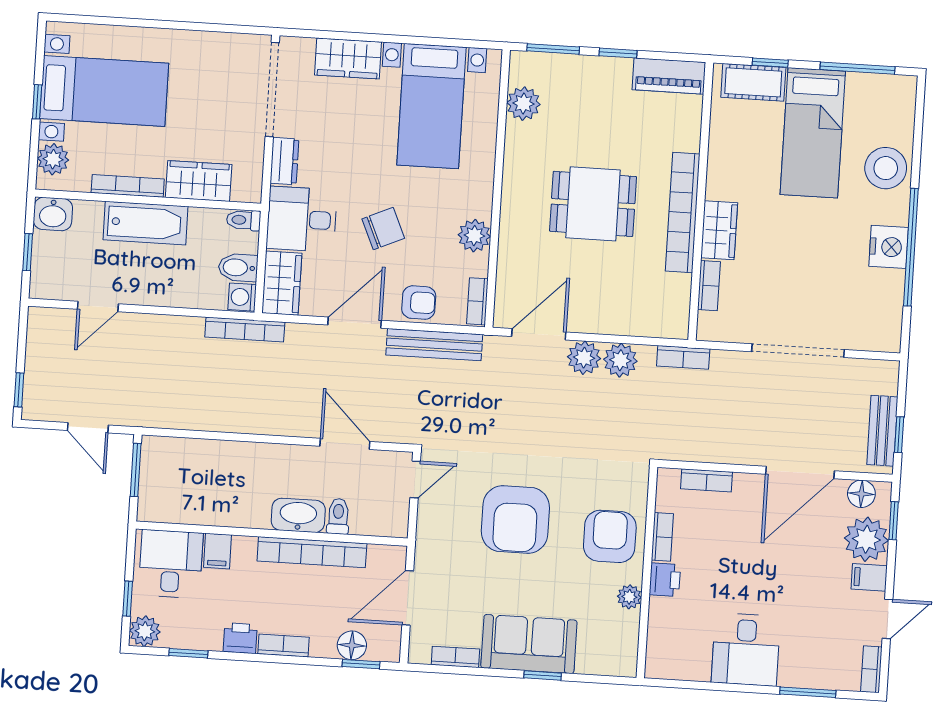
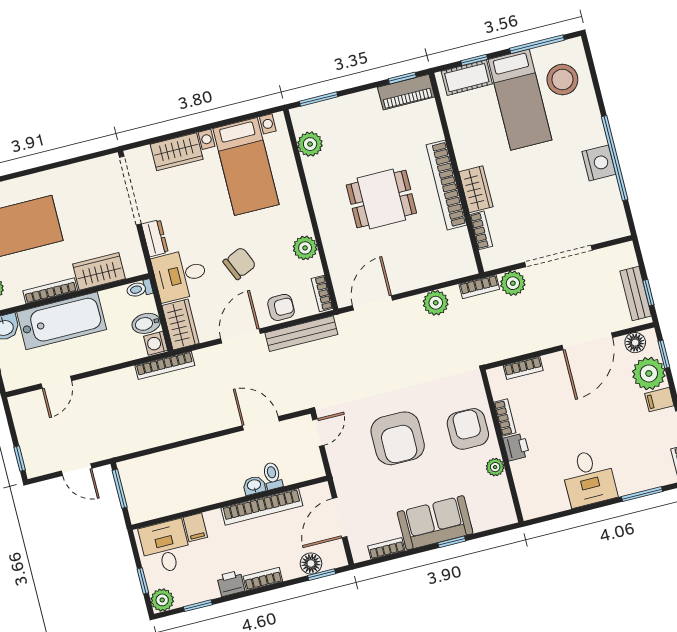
window: (618, 53) -> (402, 78), moved
stool: (886, 168) -> (562, 80), moved
bathtub: (145, 223) -> (62, 321), width x1.36, depth x1.36
plant: (584, 358) -> (513, 283), moved
washbasin: (298, 515) -> (254, 485), width x0.52, depth x0.69

